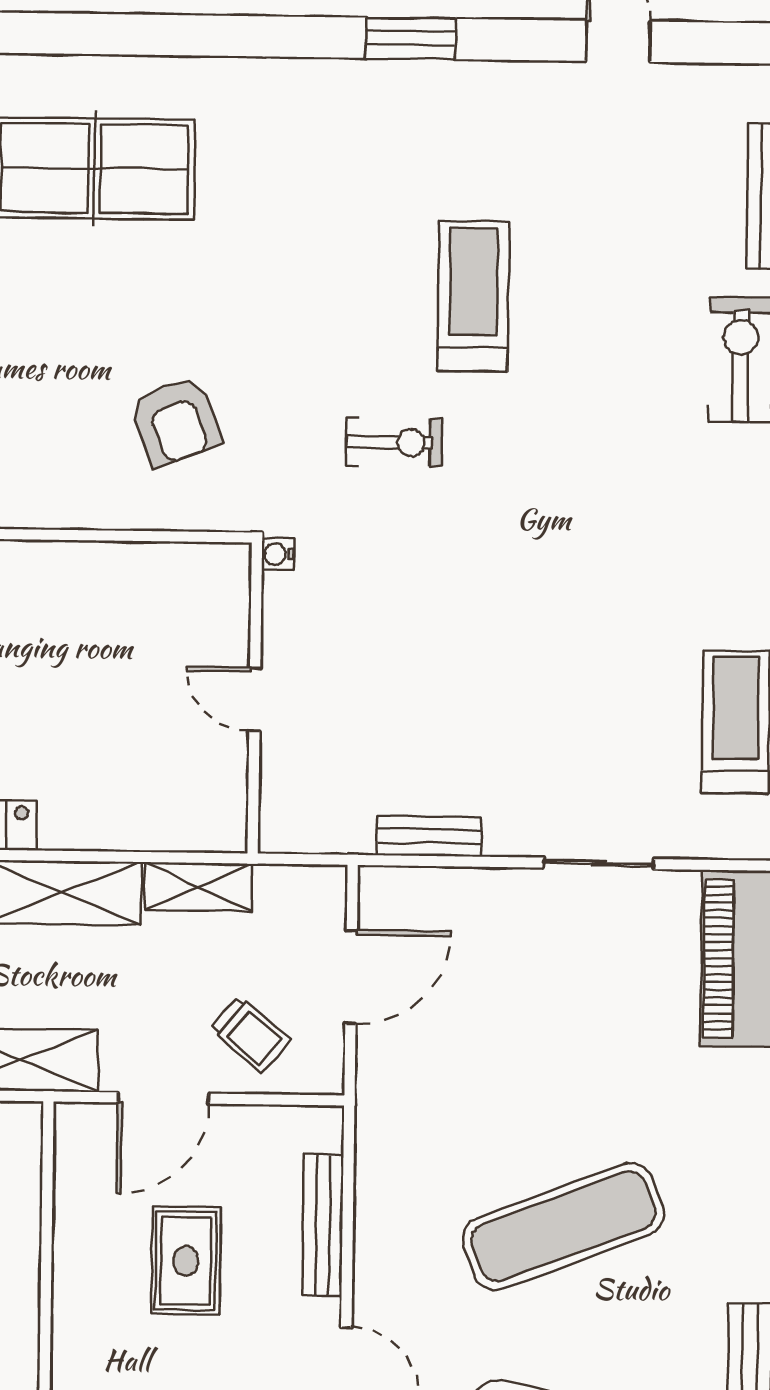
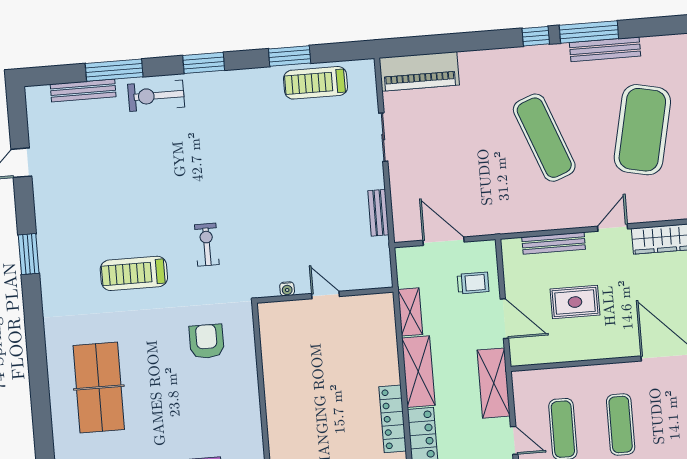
treadmill: (473, 297) -> (134, 273), moved
armchair: (176, 421) -> (207, 341), turned -69
water cooler: (278, 554) -> (287, 289), moved
door: (255, 699) -> (325, 295), swing flipped
trolley: (251, 1035) -> (473, 283), turned 50

